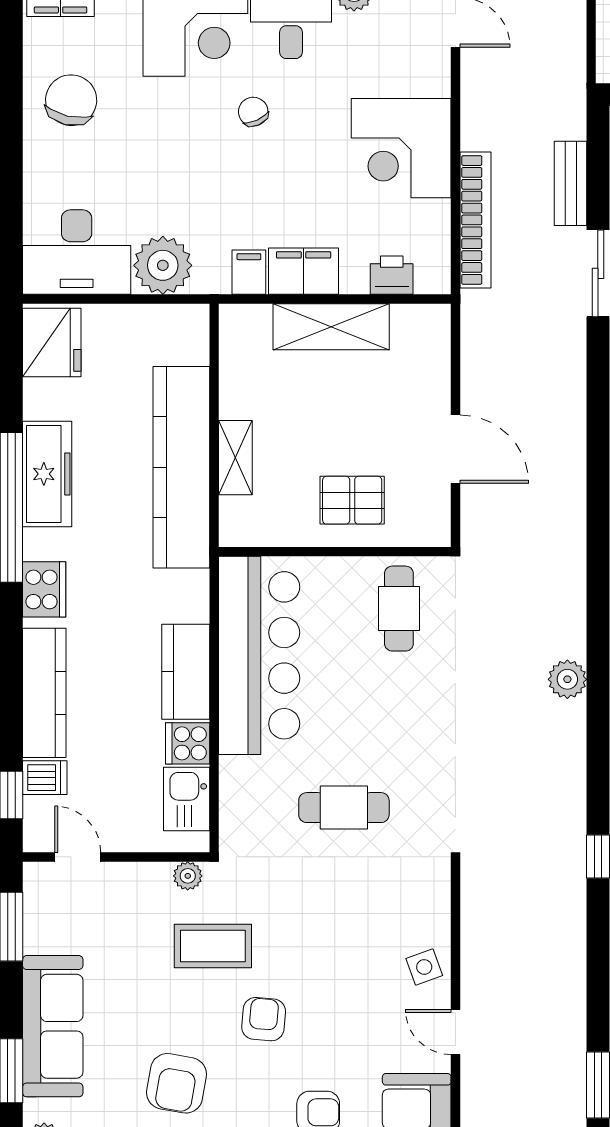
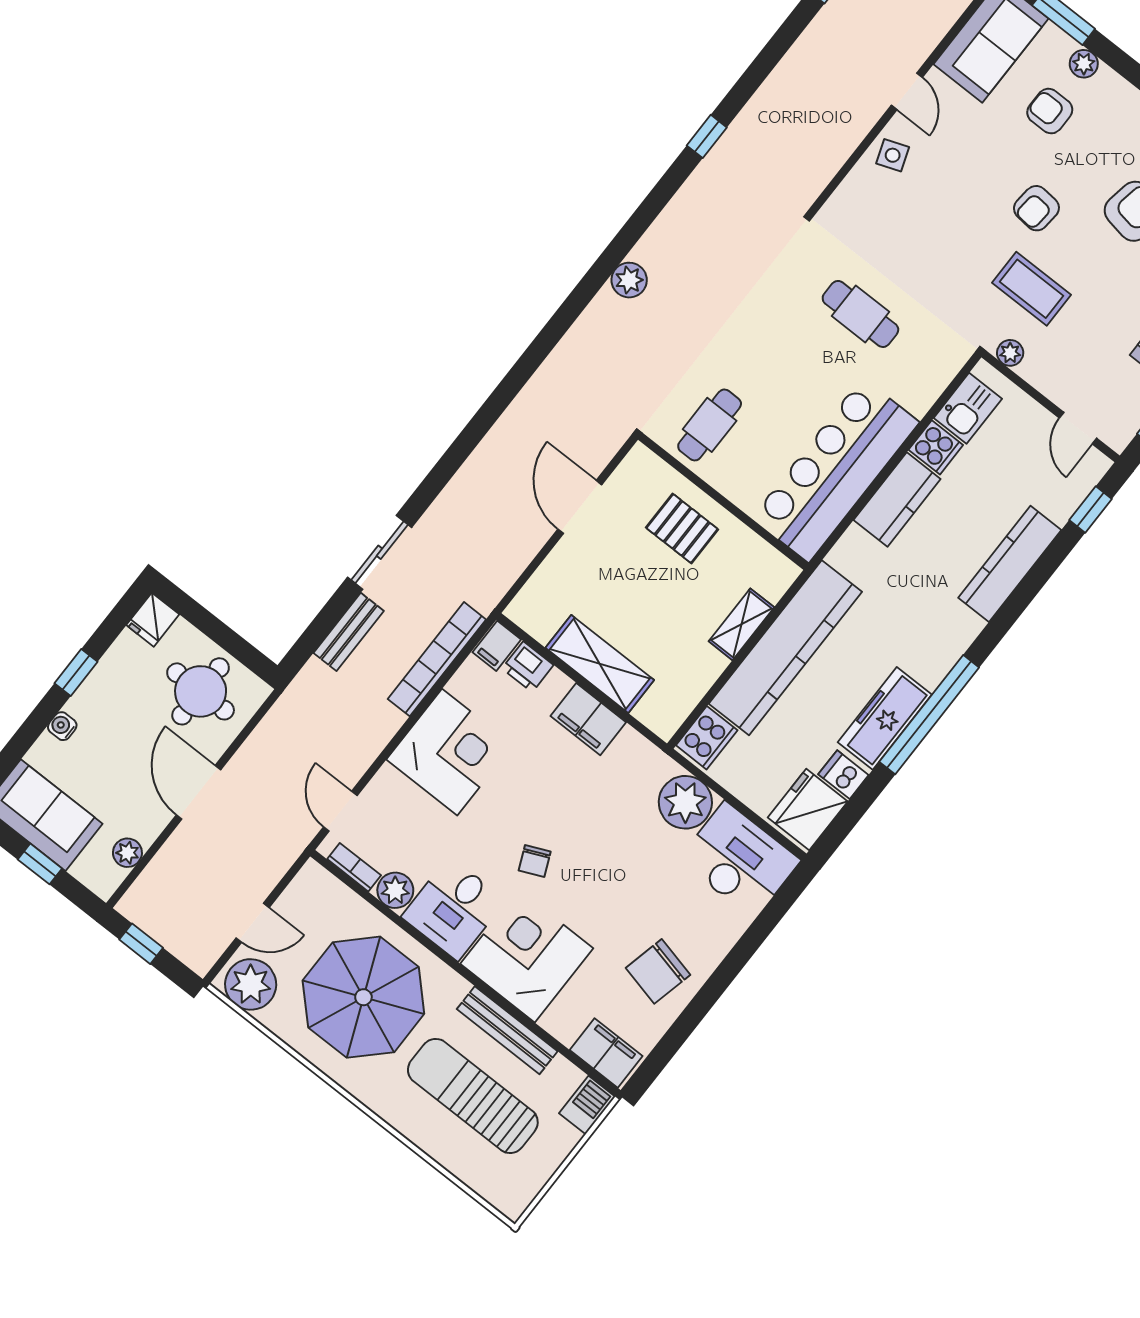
filing cabinet: (249, 272) -> (497, 646), moved
cooker: (44, 589) -> (707, 738), moved, turned 180
dishwasher: (45, 778) -> (843, 775), moved

